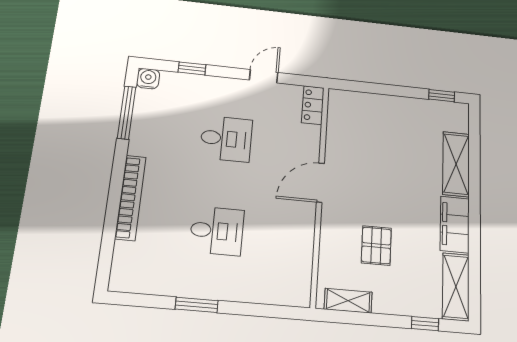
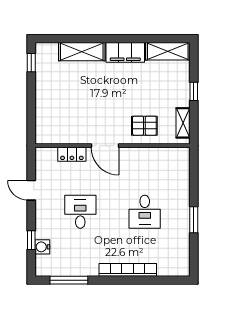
water cooler: (148, 79) -> (42, 247), moved
locker: (313, 105) -> (72, 154), moved
desk: (217, 231) -> (145, 212), turned 180
pallet: (376, 245) -> (144, 126), moved
window: (425, 324) -> (194, 91), moved

